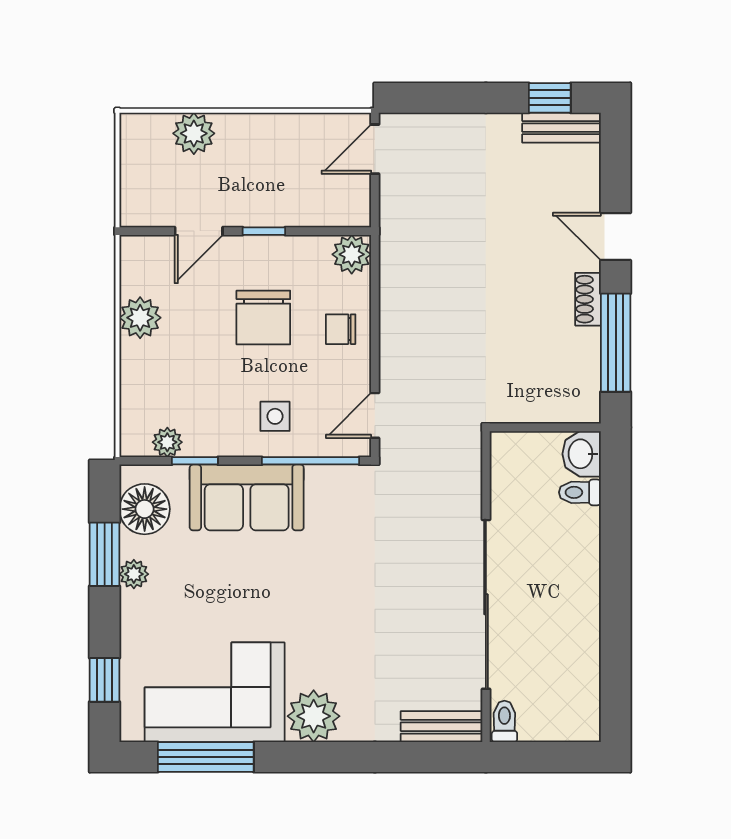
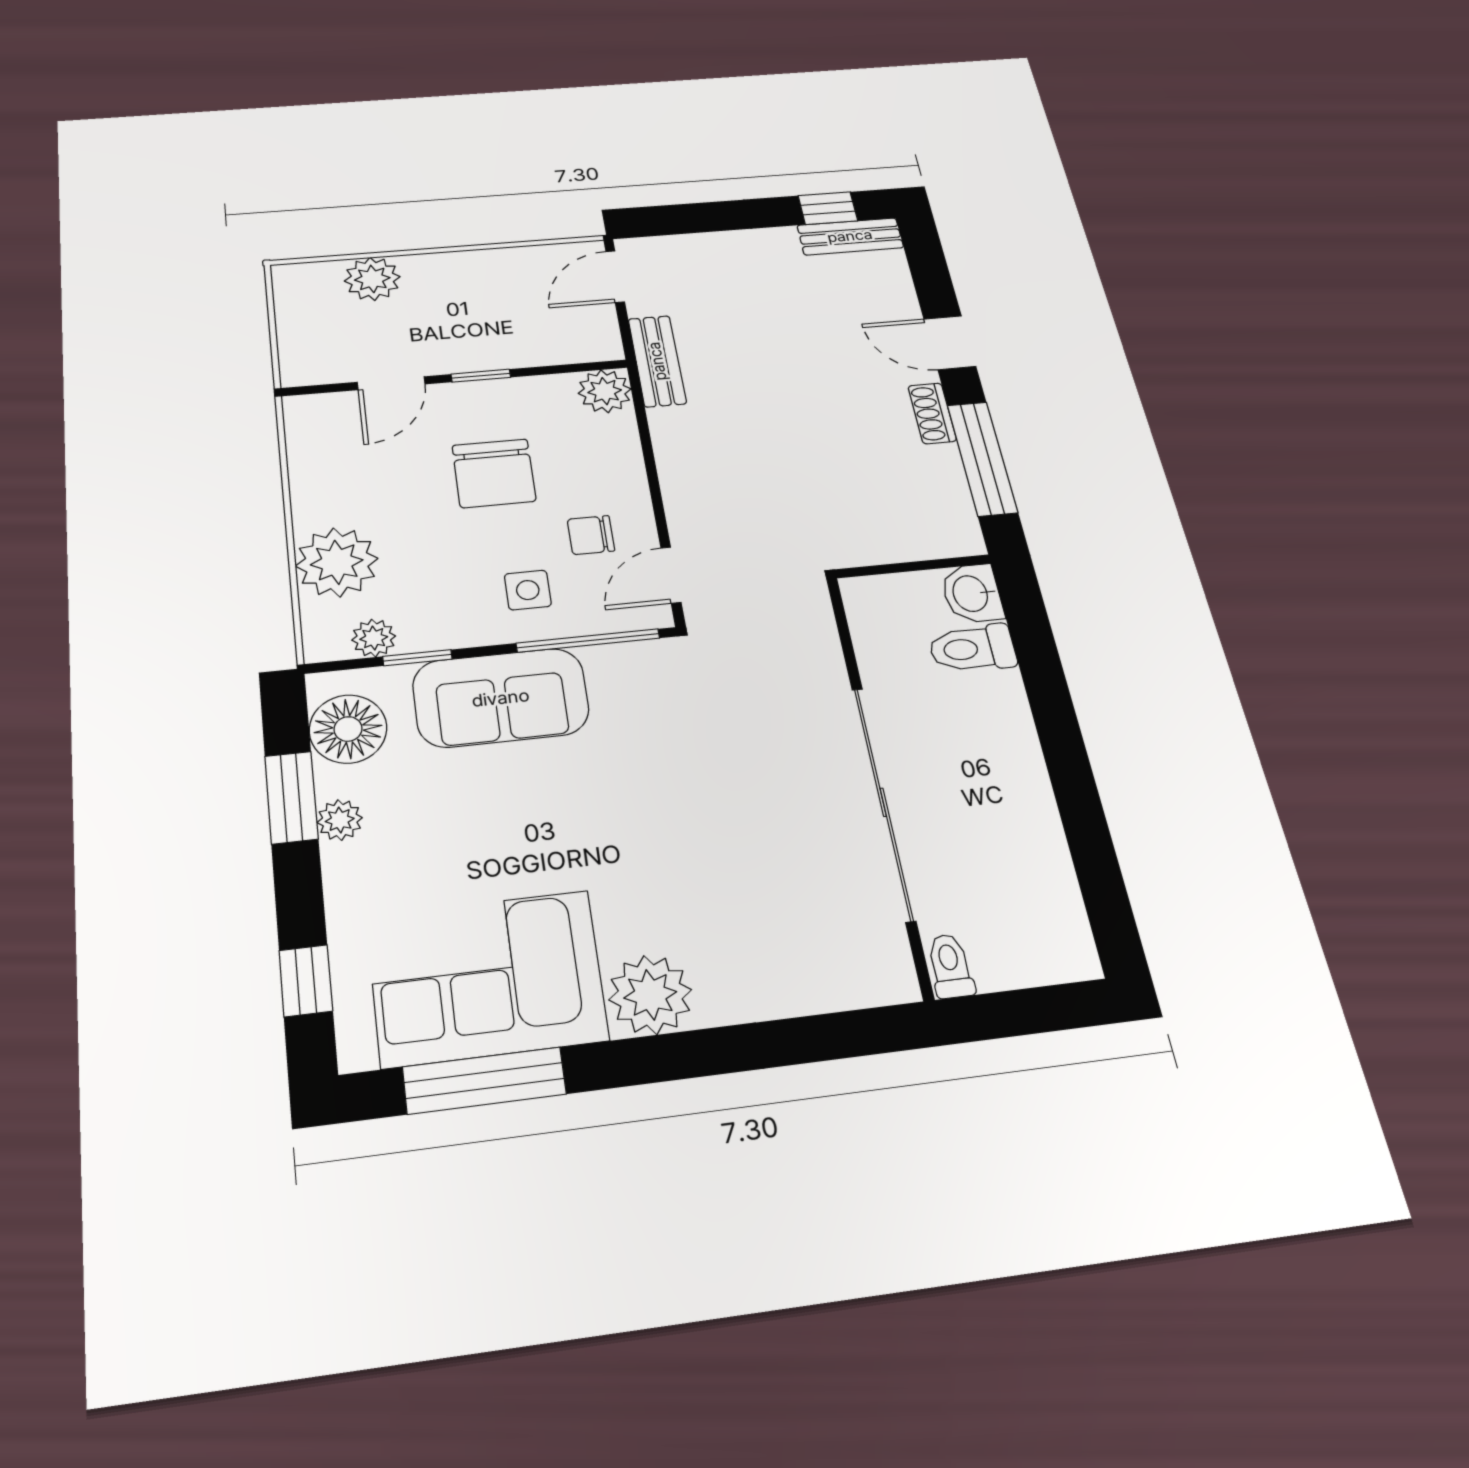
plant: (140, 318) -> (337, 562), moved, width x1.36, depth x1.36
chair: (341, 329) -> (591, 535), moved
toilet: (580, 492) -> (972, 648), width x1.37, depth x1.39
bench: (442, 727) -> (657, 361), moved, turned 90

